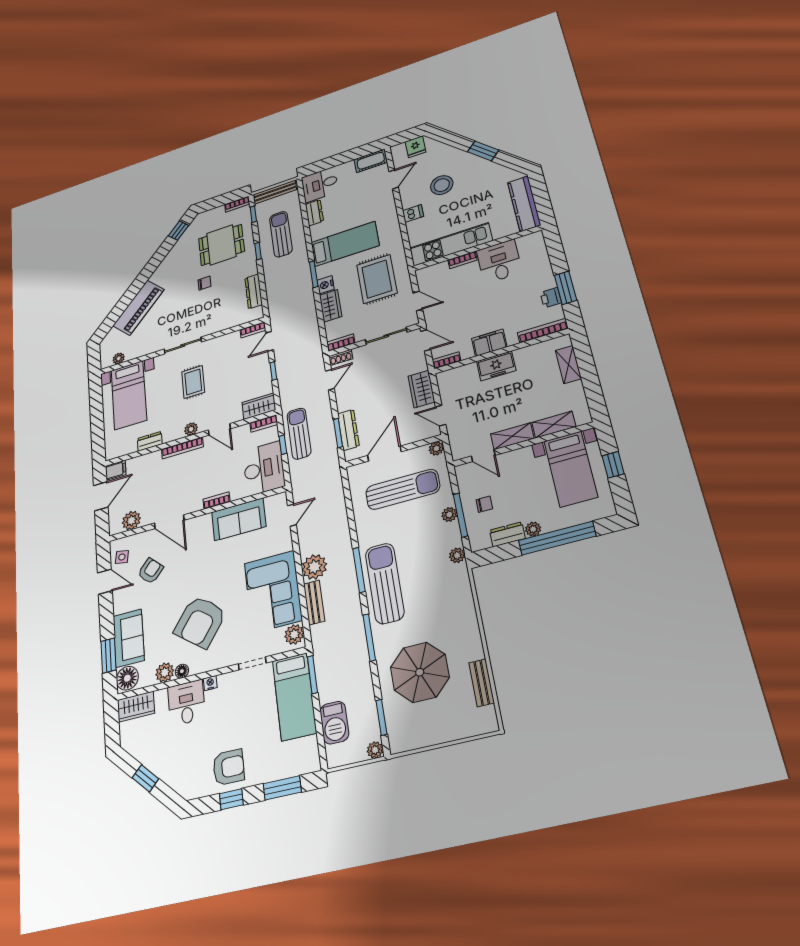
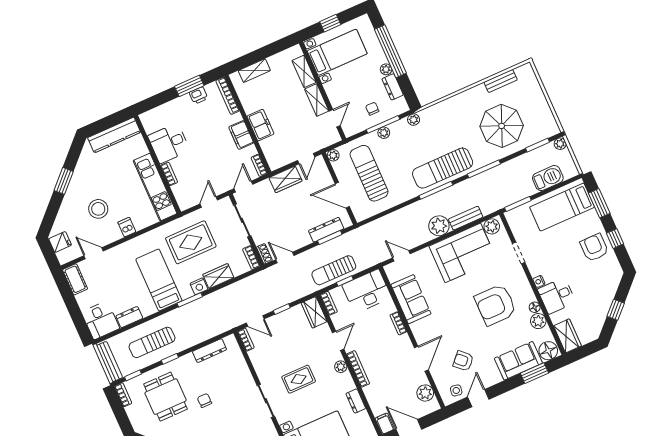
armchair: (200, 622) -> (496, 305), turned 143
bed: (294, 697) -> (562, 207), moved, turned 180

